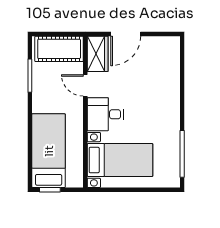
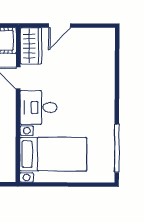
door: (126, 34) -> (60, 26), width x0.73

